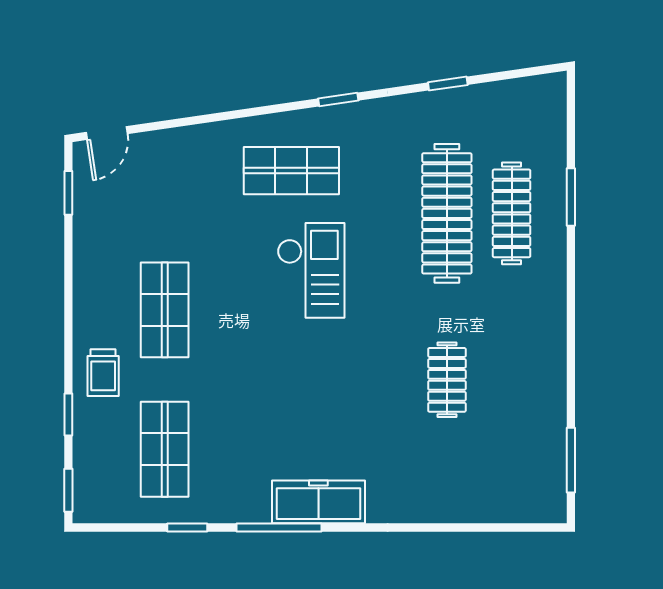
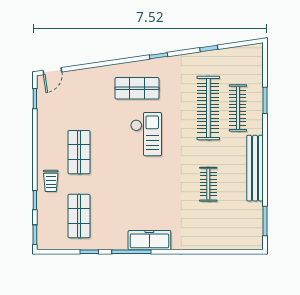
bench: (549, 345) -> (255, 168), added

